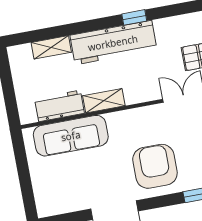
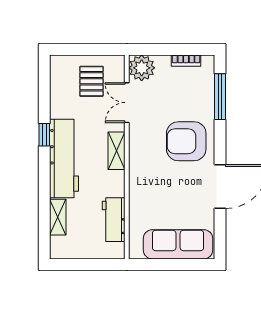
shelving: (104, 101) -> (116, 151), moved
sofa: (71, 136) -> (178, 244), moved, turned -90

